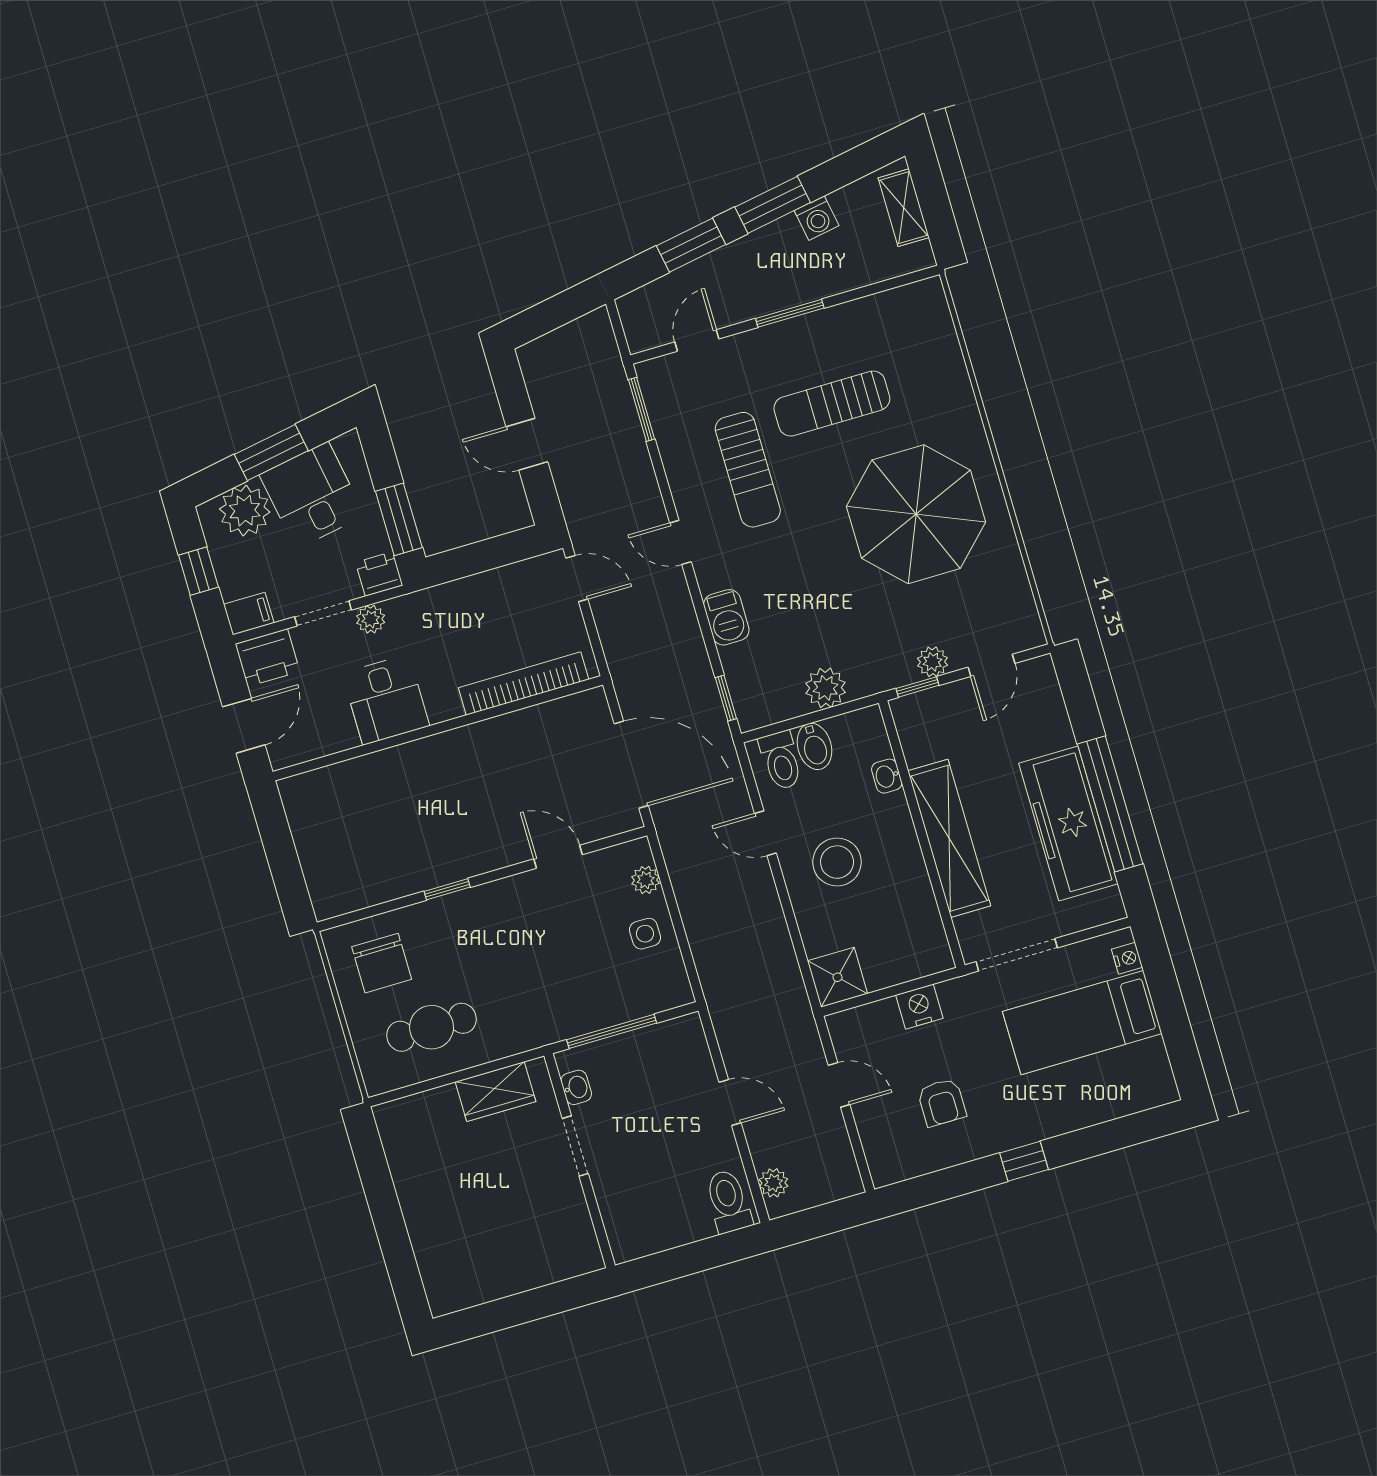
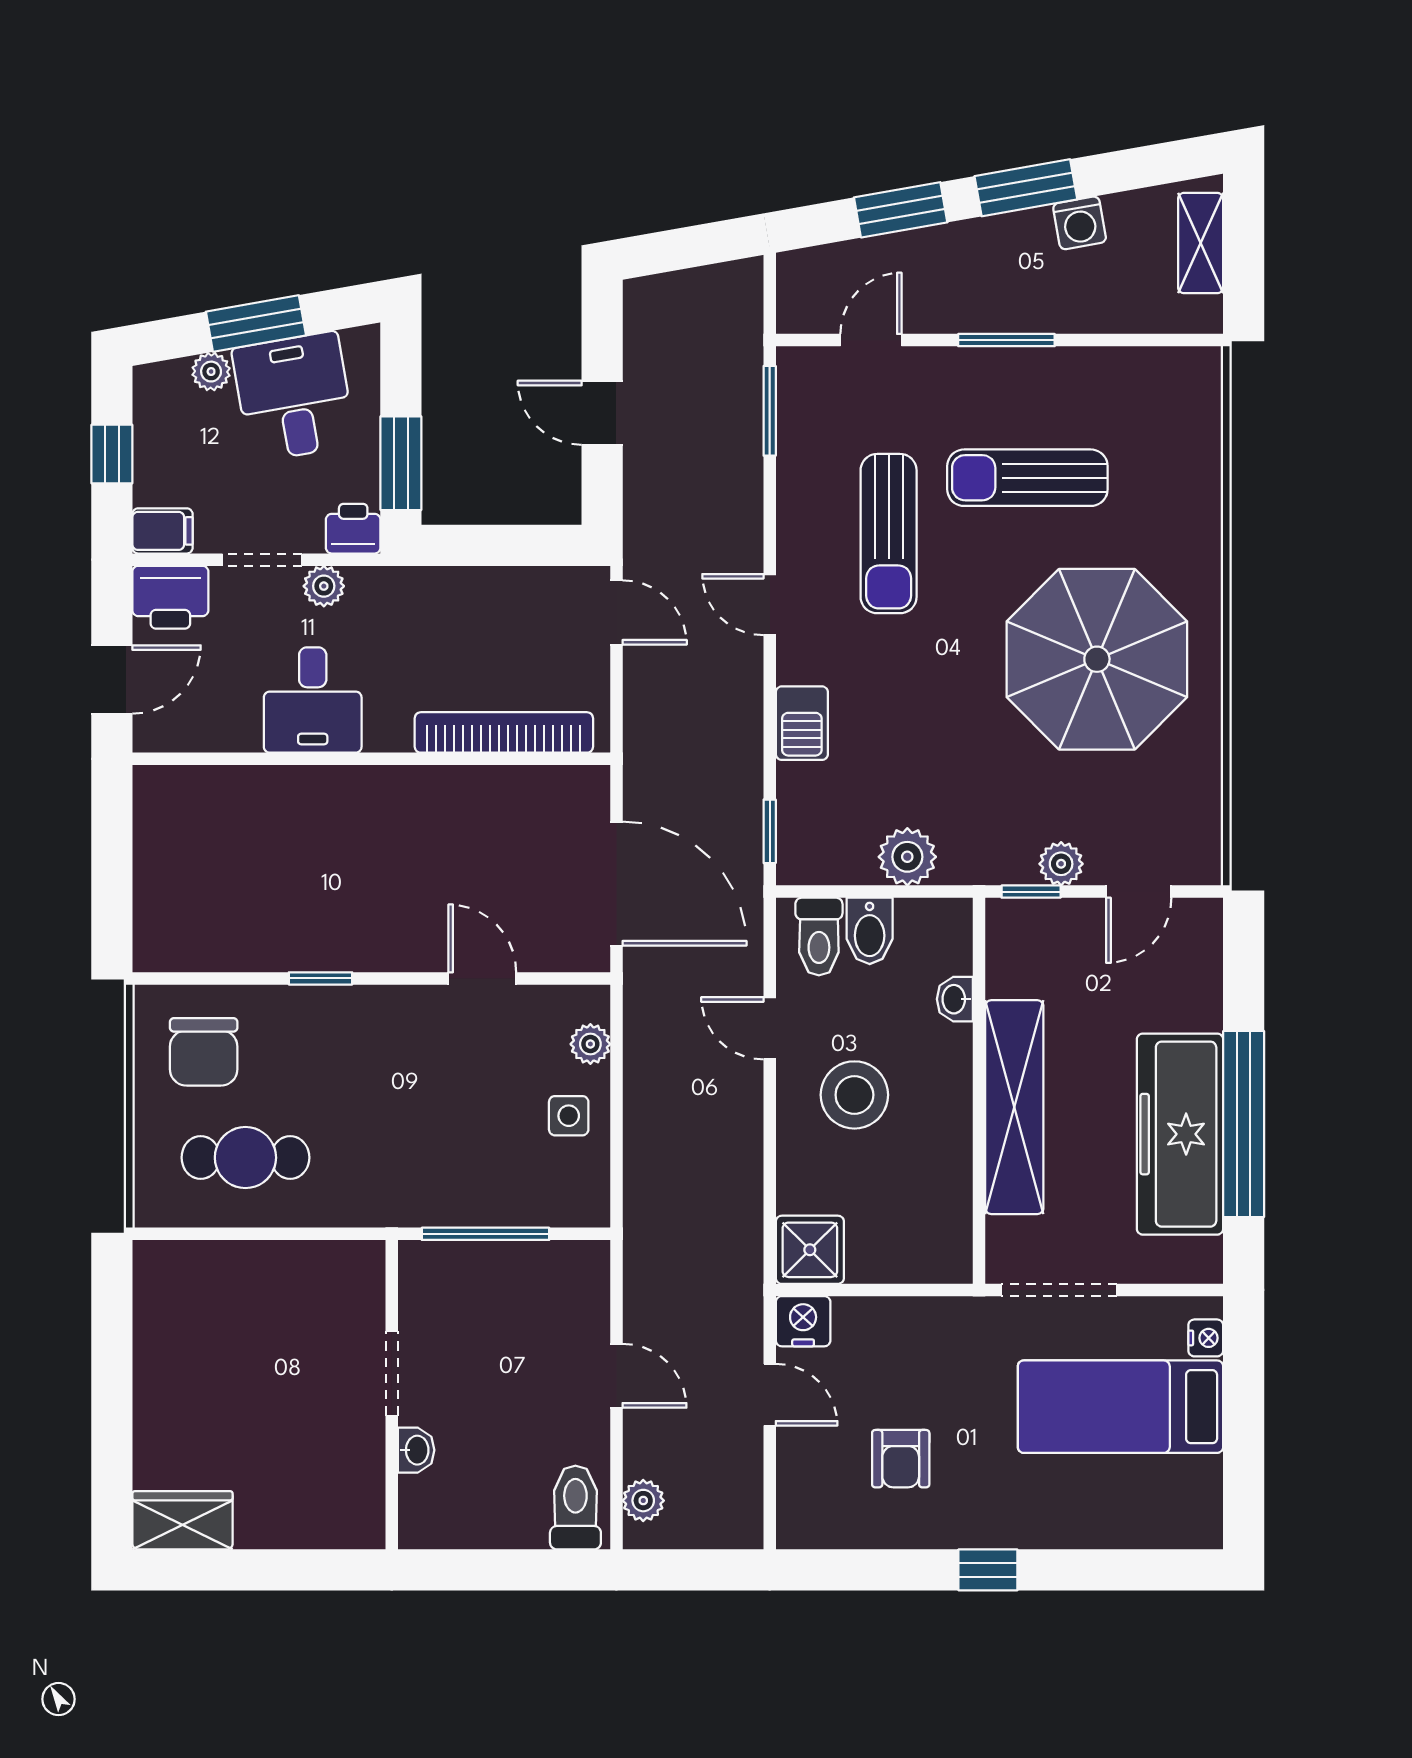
plant: (245, 511) -> (211, 372), width x0.53, depth x0.53
nightstand: (919, 1007) -> (803, 1321), moved
washbasin: (576, 1087) -> (416, 1450), moved
wardrobe: (495, 1092) -> (182, 1520), moved, turned 180

